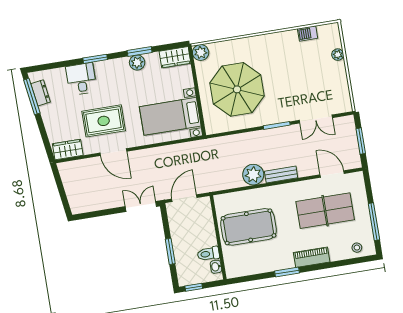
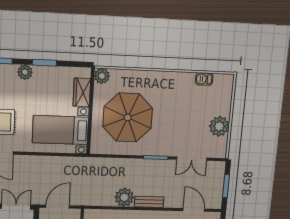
plant: (338, 55) -> (219, 126), moved, width x1.87, depth x1.87
wardrobe: (175, 57) -> (82, 92), moved, turned 90
plant: (137, 63) -> (25, 72), moved

